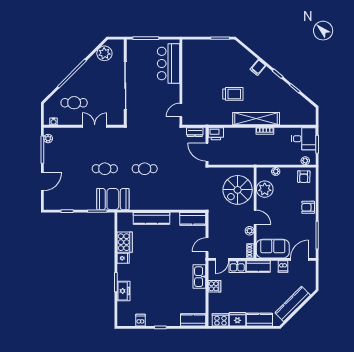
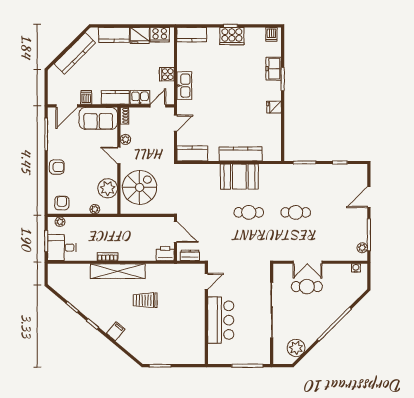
bar counter: (169, 64) -> (221, 320), moved
cafe table: (74, 103) -> (307, 287), moved
booth: (113, 199) -> (239, 177), moved
cooker: (125, 242) -> (232, 36), moved, turned -90
dishwasher: (140, 320) -> (271, 34), moved

